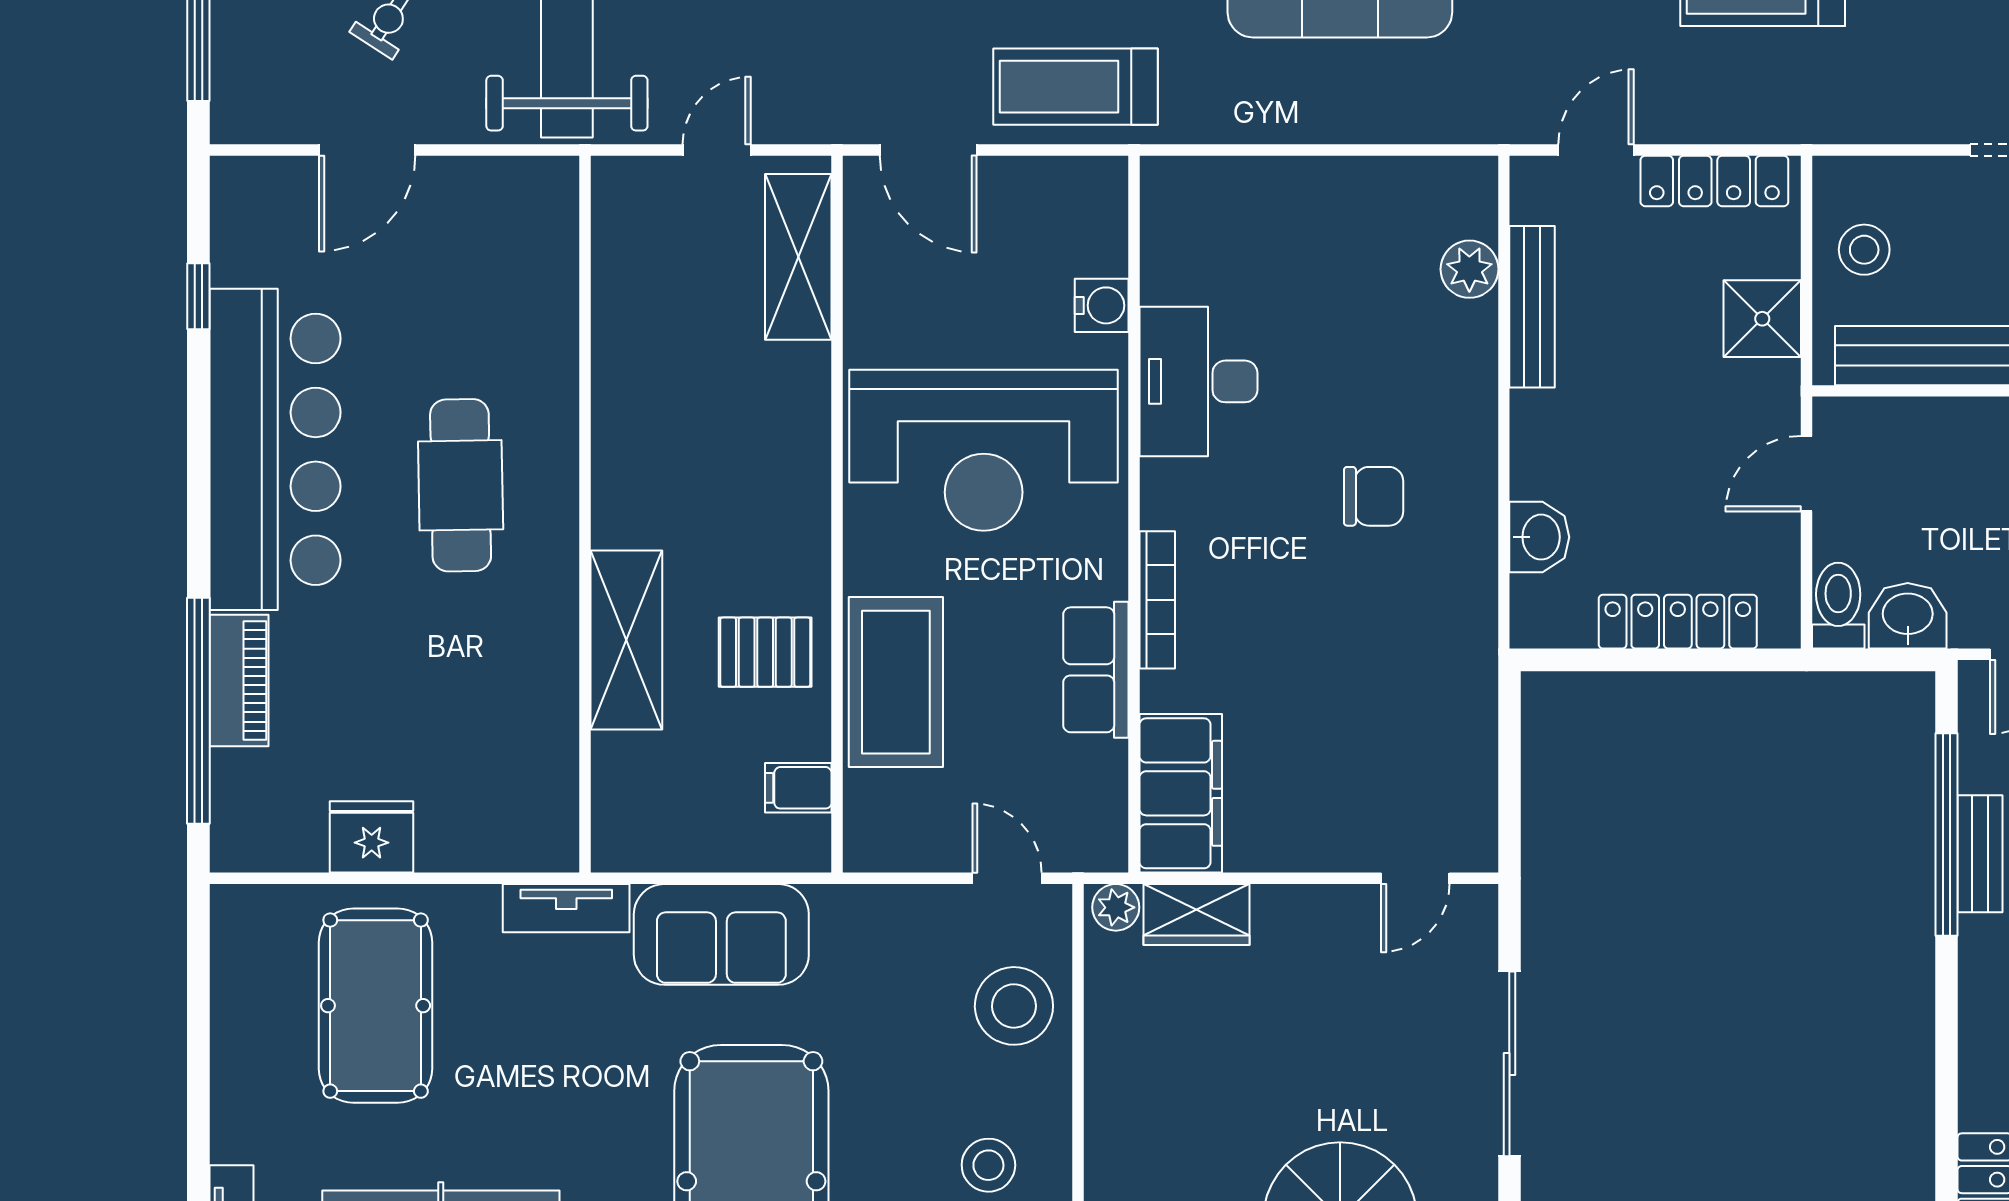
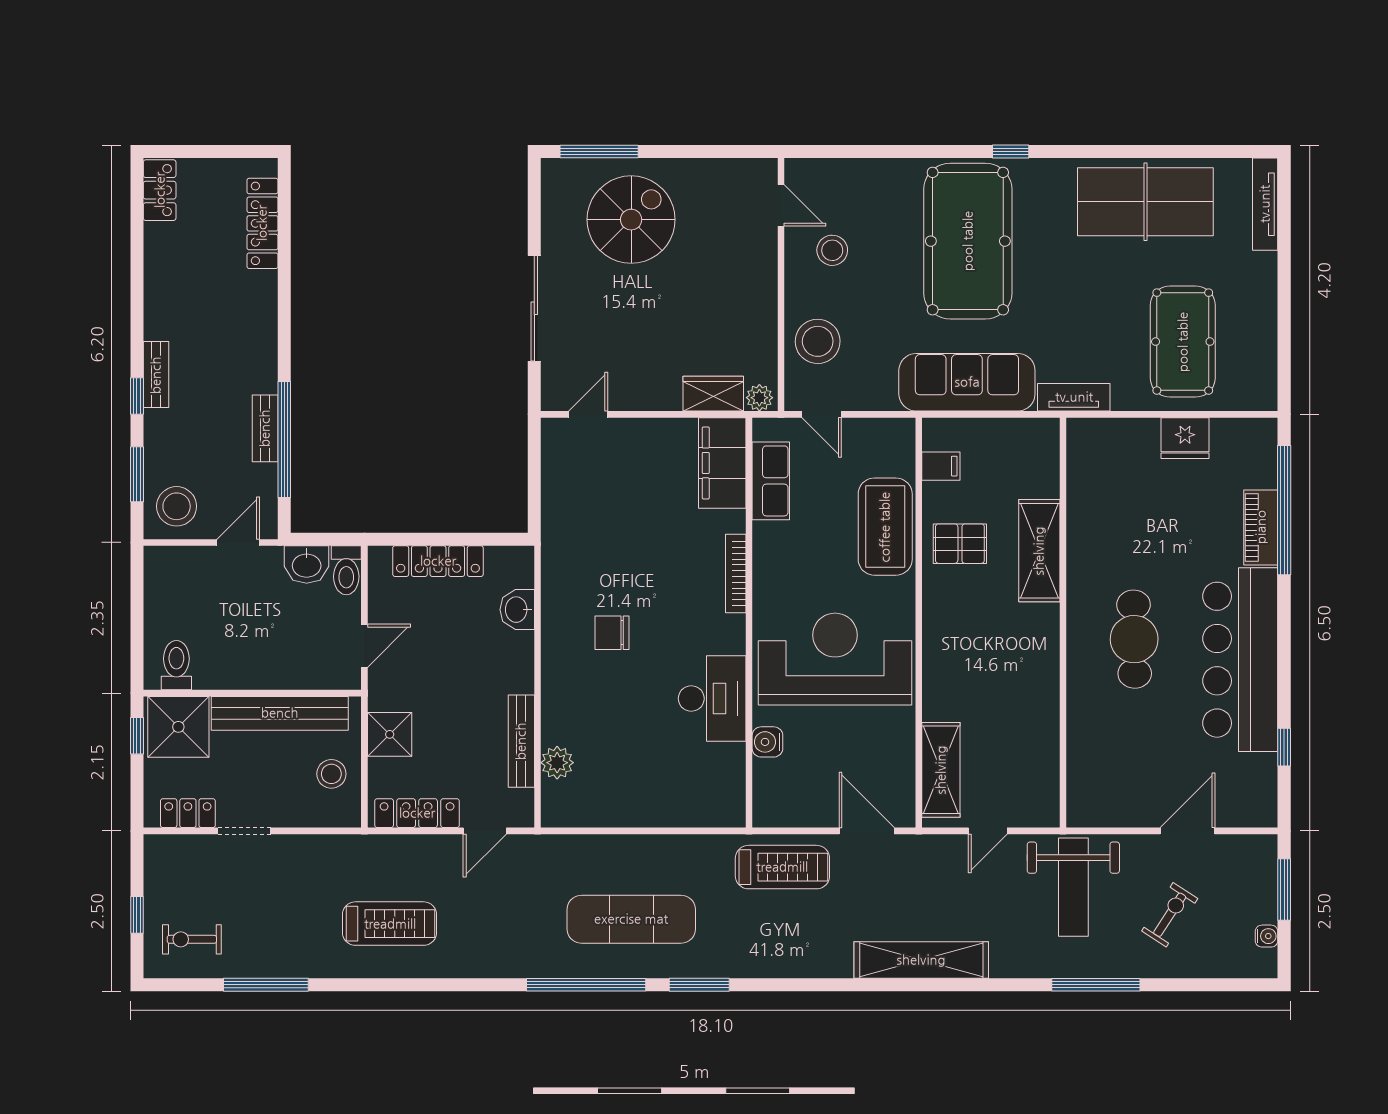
row of seats: (1096, 670) -> (771, 481), moved
sofa: (721, 934) -> (967, 382), width x1.36

